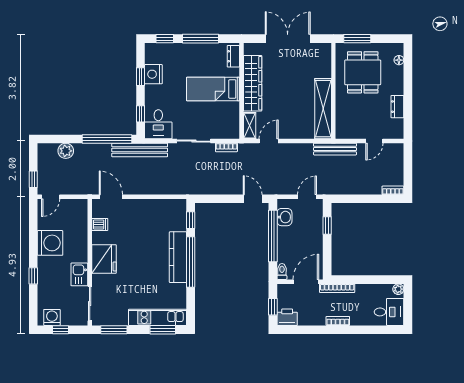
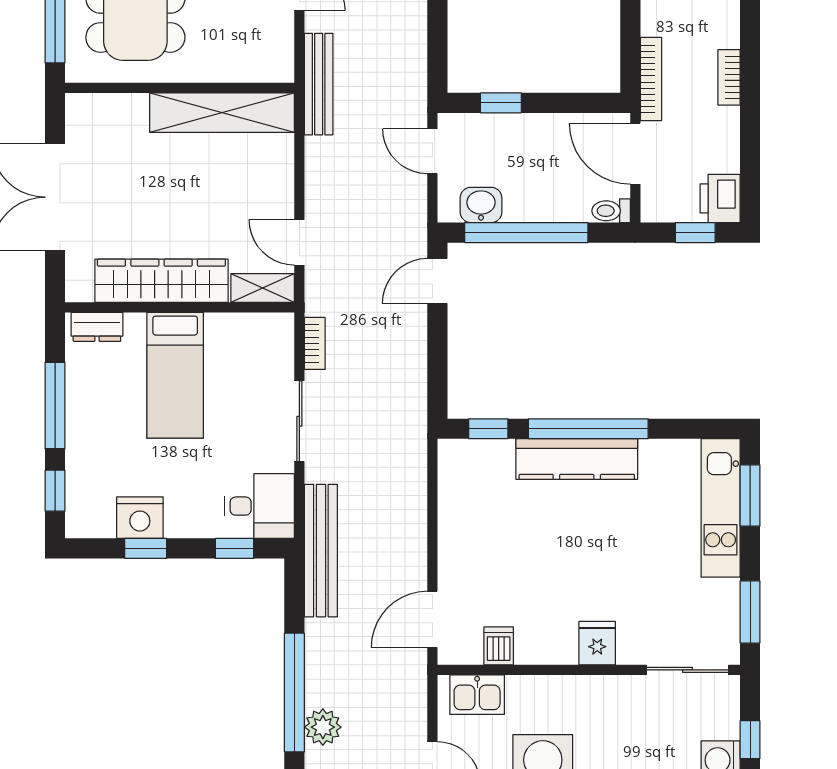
window: (107, 139) -> (294, 692), moved
fridge: (104, 259) -> (597, 643), width x0.53, depth x0.75
kitchen sink: (79, 274) -> (477, 695), moved

